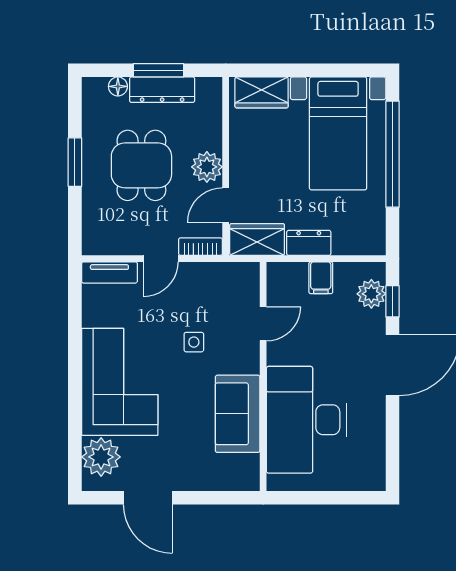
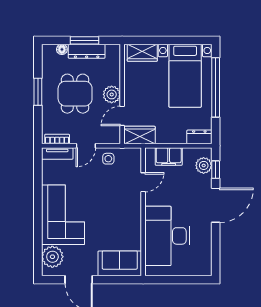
dresser: (309, 243) -> (199, 137), moved
bookcase: (200, 247) -> (57, 139), moved
filing cabinet: (321, 278) -> (169, 156), width x2.00
side table: (194, 342) -> (108, 159), moved
sofa: (238, 414) -> (120, 263), moved, turned 90

